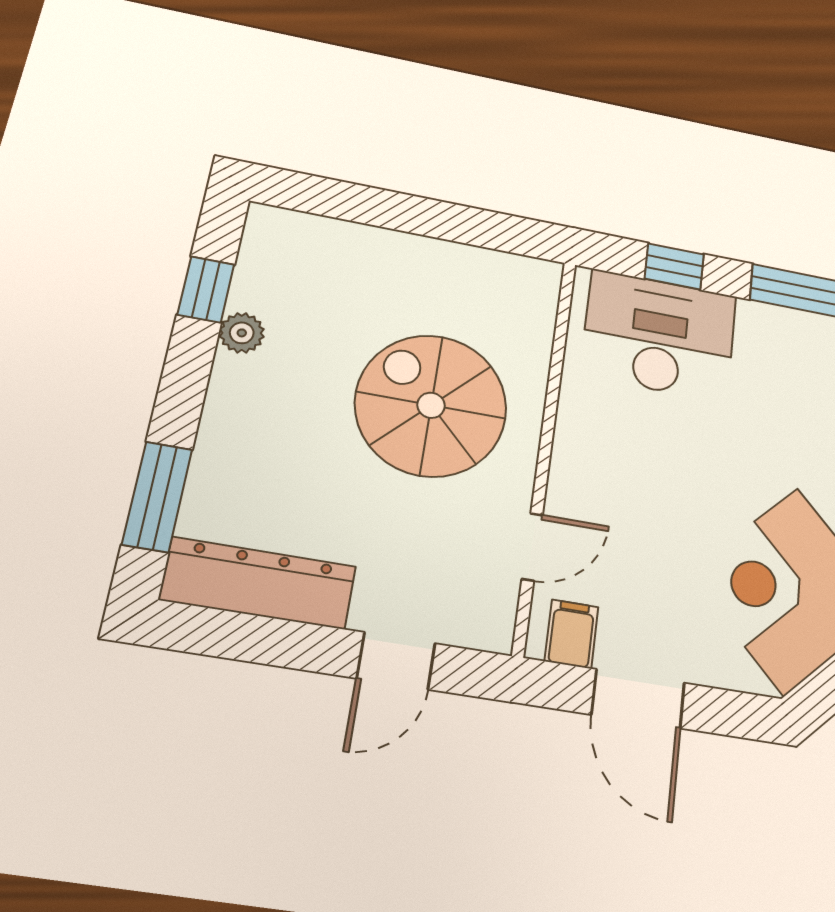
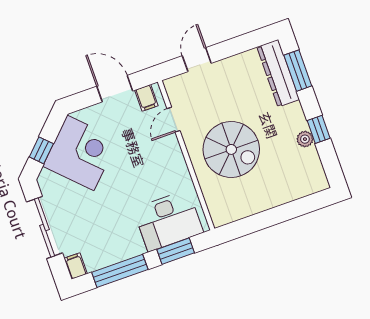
window: (674, 266) -> (176, 251), width x1.50
window: (206, 289) -> (319, 129), moved
dresser: (258, 583) -> (278, 73), moved, turned 90

